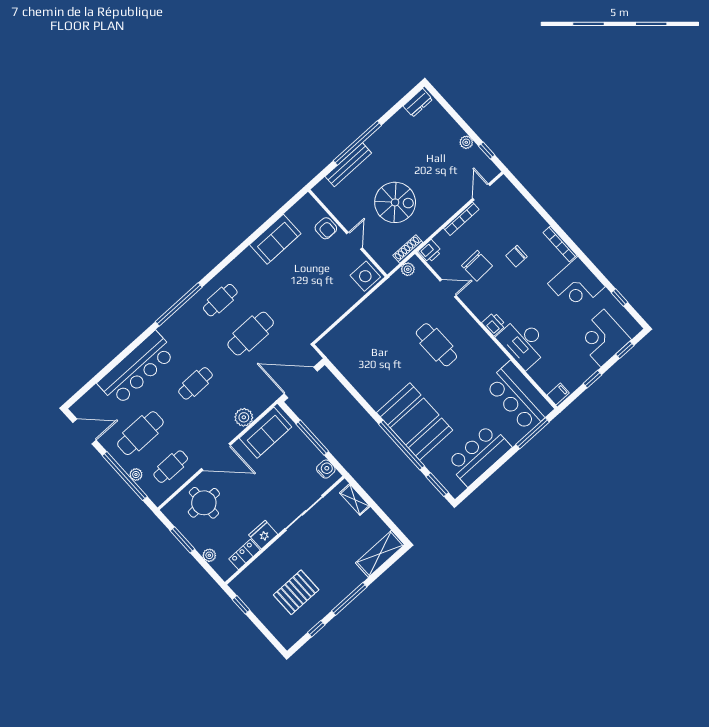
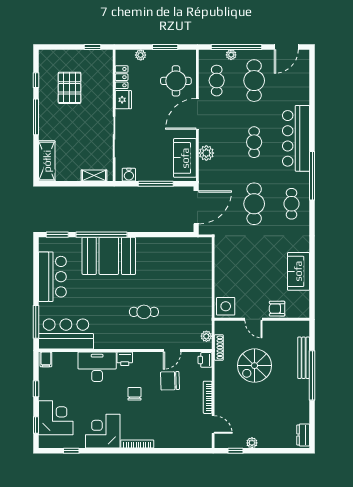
chair: (517, 256) -> (134, 394), moved
cafe table: (436, 345) -> (144, 312), width x0.73, depth x0.74
bar counter: (137, 368) -> (296, 138), moved

